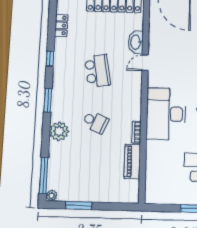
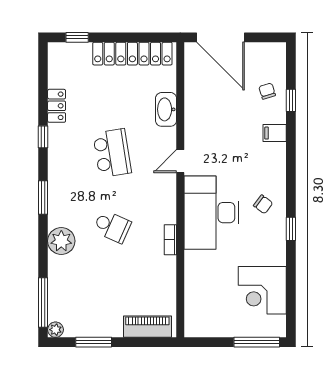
locker: (61, 25) -> (57, 106), moved
door: (145, 63) -> (180, 161), moved
piano: (132, 161) -> (147, 327), moved, turned 90

